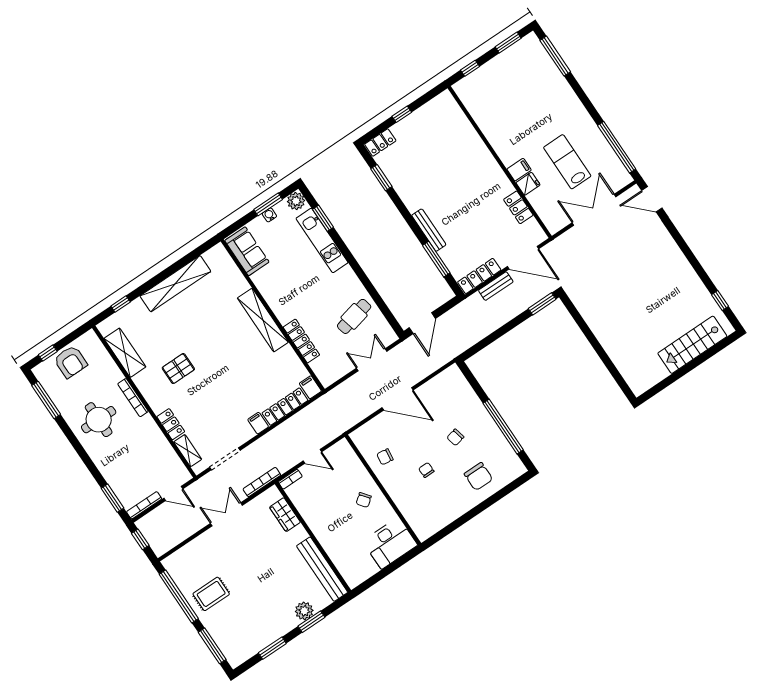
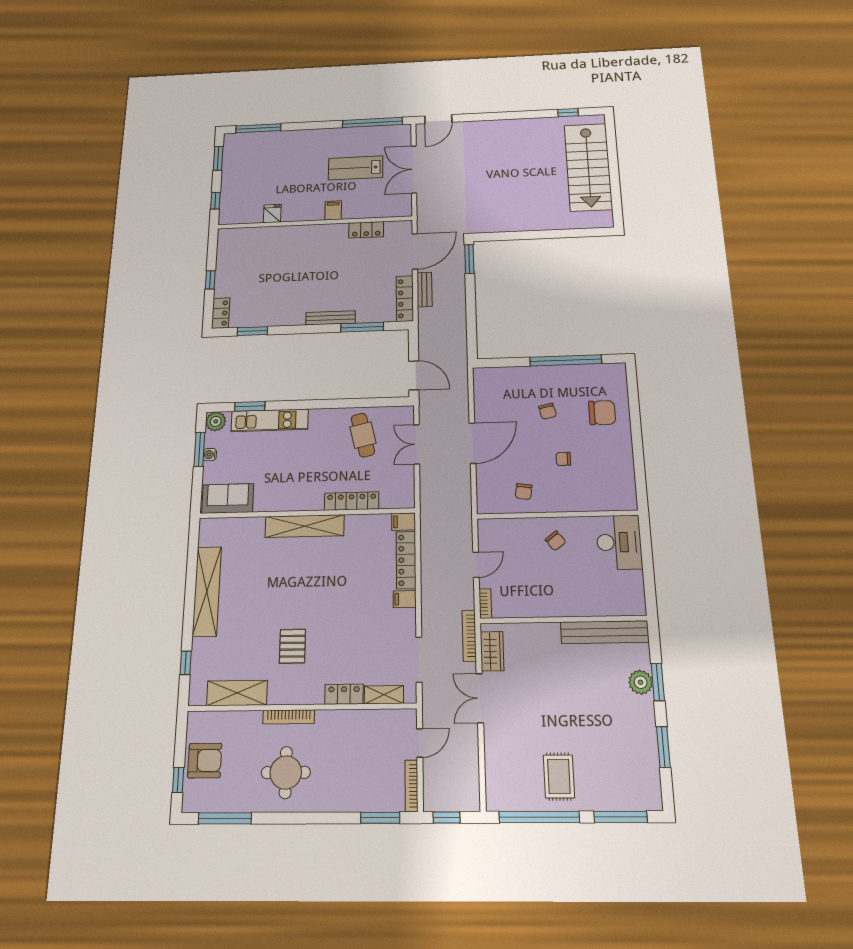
fridge: (528, 184) -> (272, 214), moved
stairs: (692, 345) -> (588, 167), width x1.36, depth x1.51
wardrobe: (285, 515) -> (492, 651), moved, turned -90

